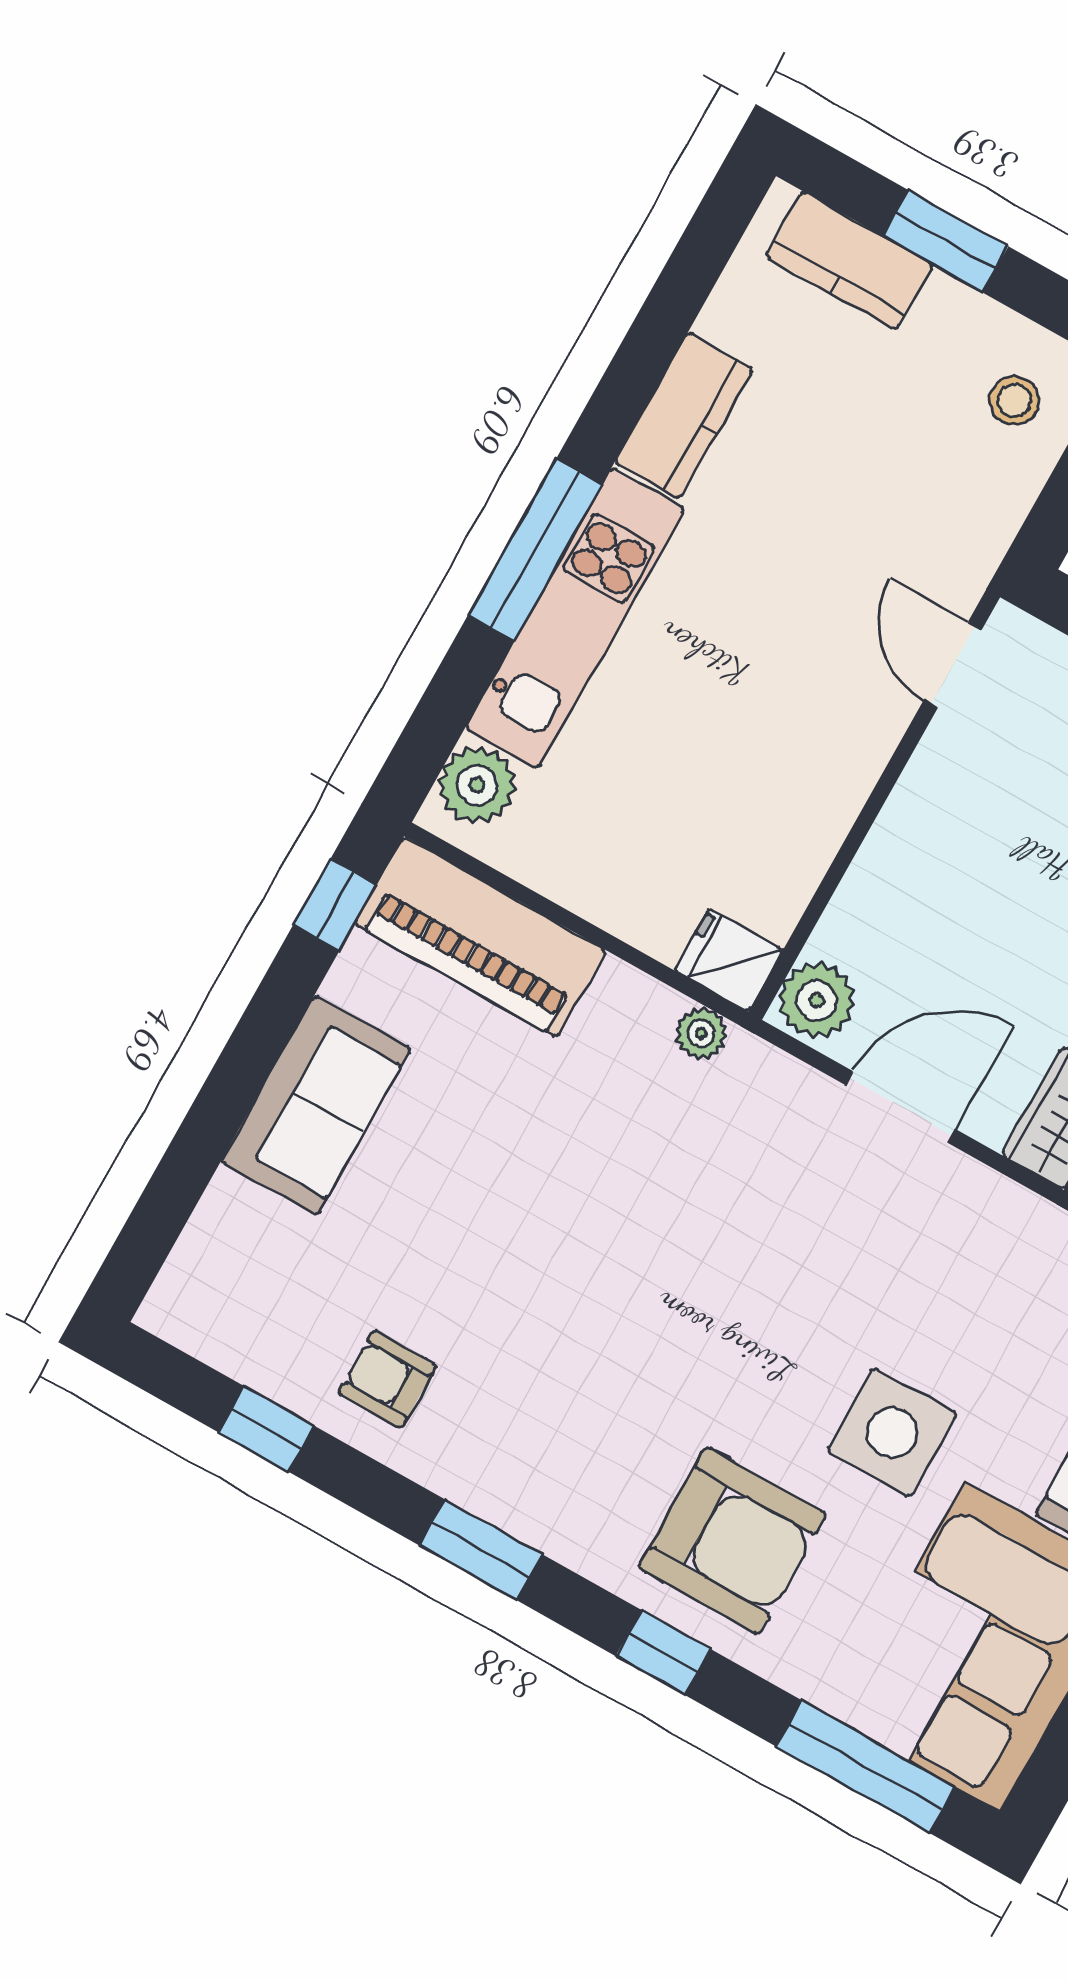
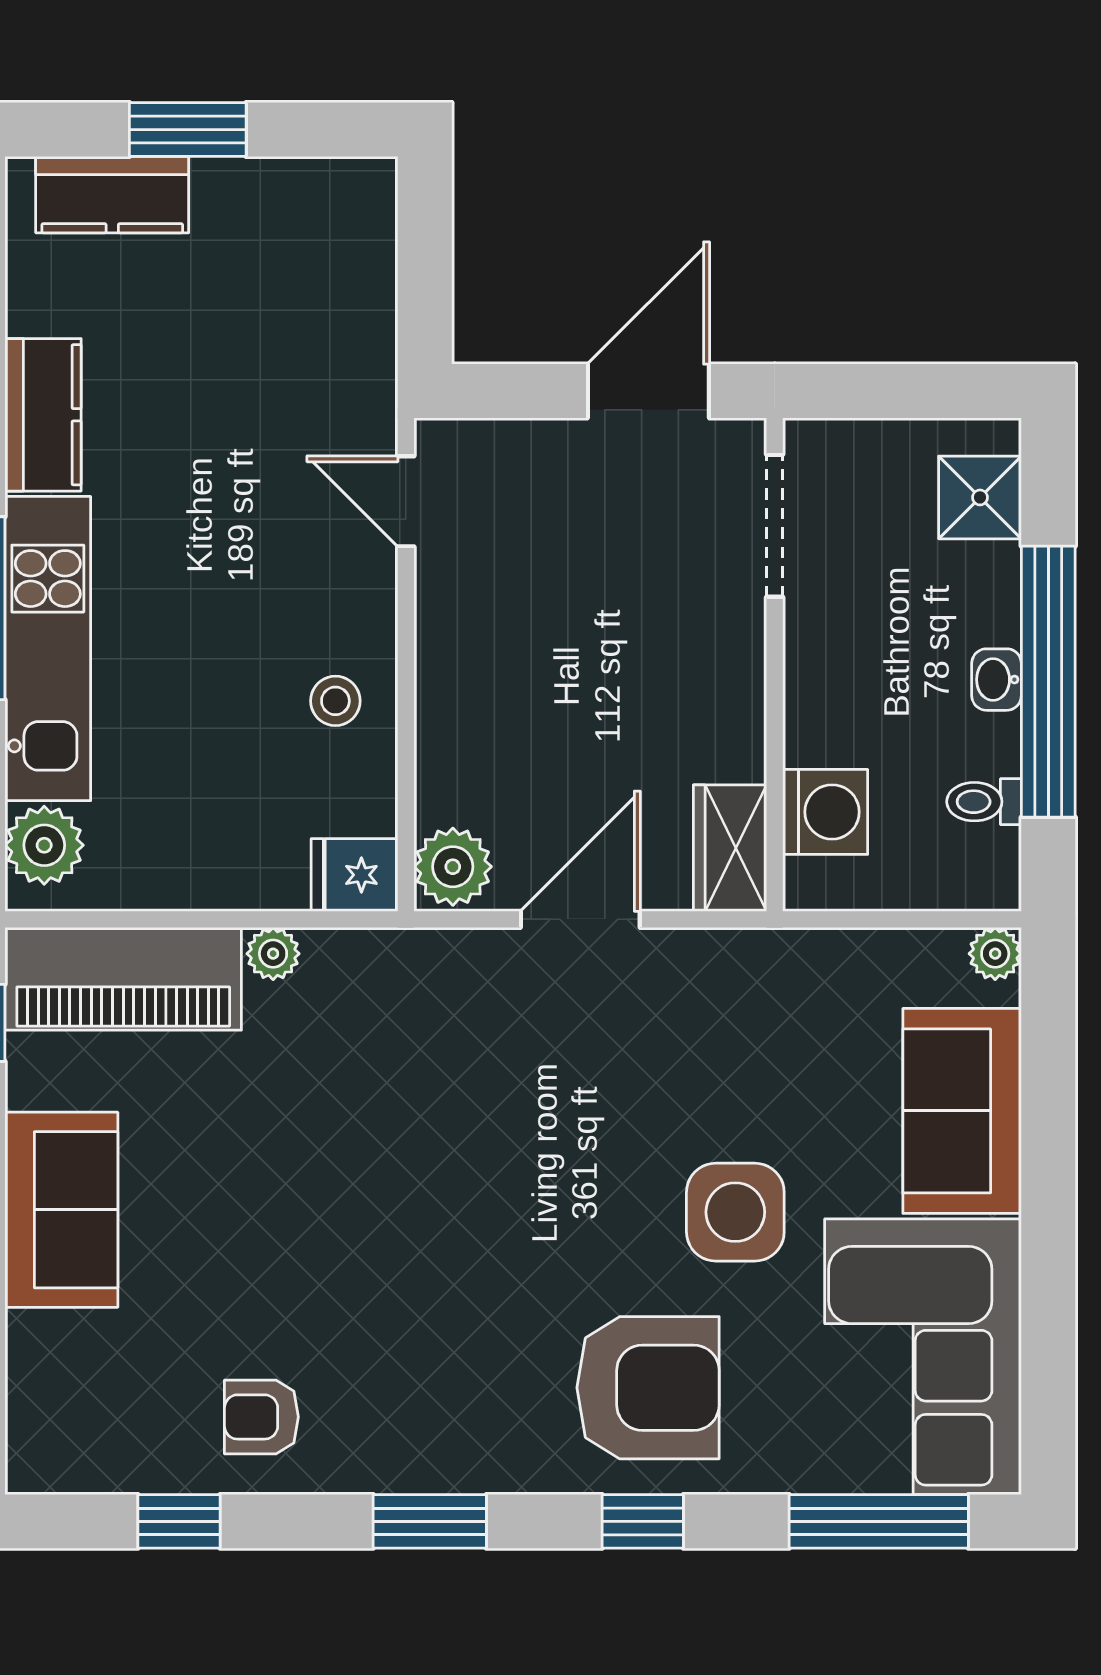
stool: (1014, 401) -> (335, 701), moved
plant: (701, 1033) -> (273, 954), moved

